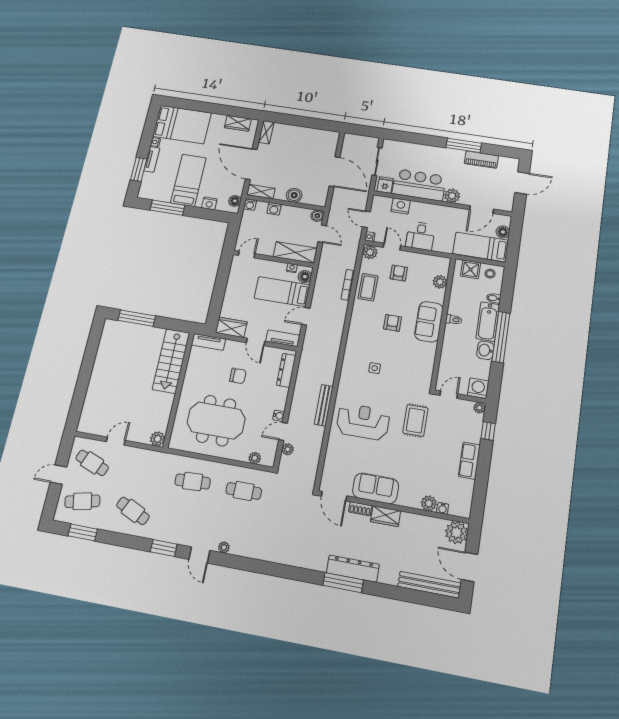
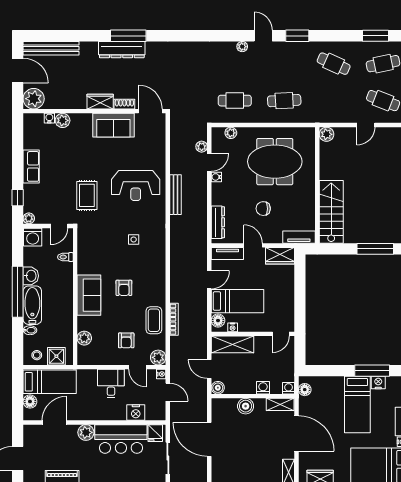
nightstand: (209, 203) -> (378, 383), moved
toilet: (454, 320) -> (65, 257), moved

